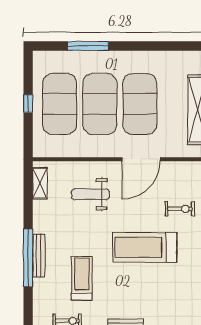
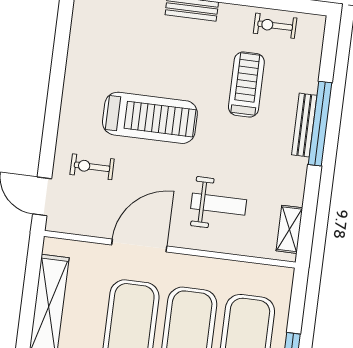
treadmill: (82, 278) -> (246, 85), turned 180

